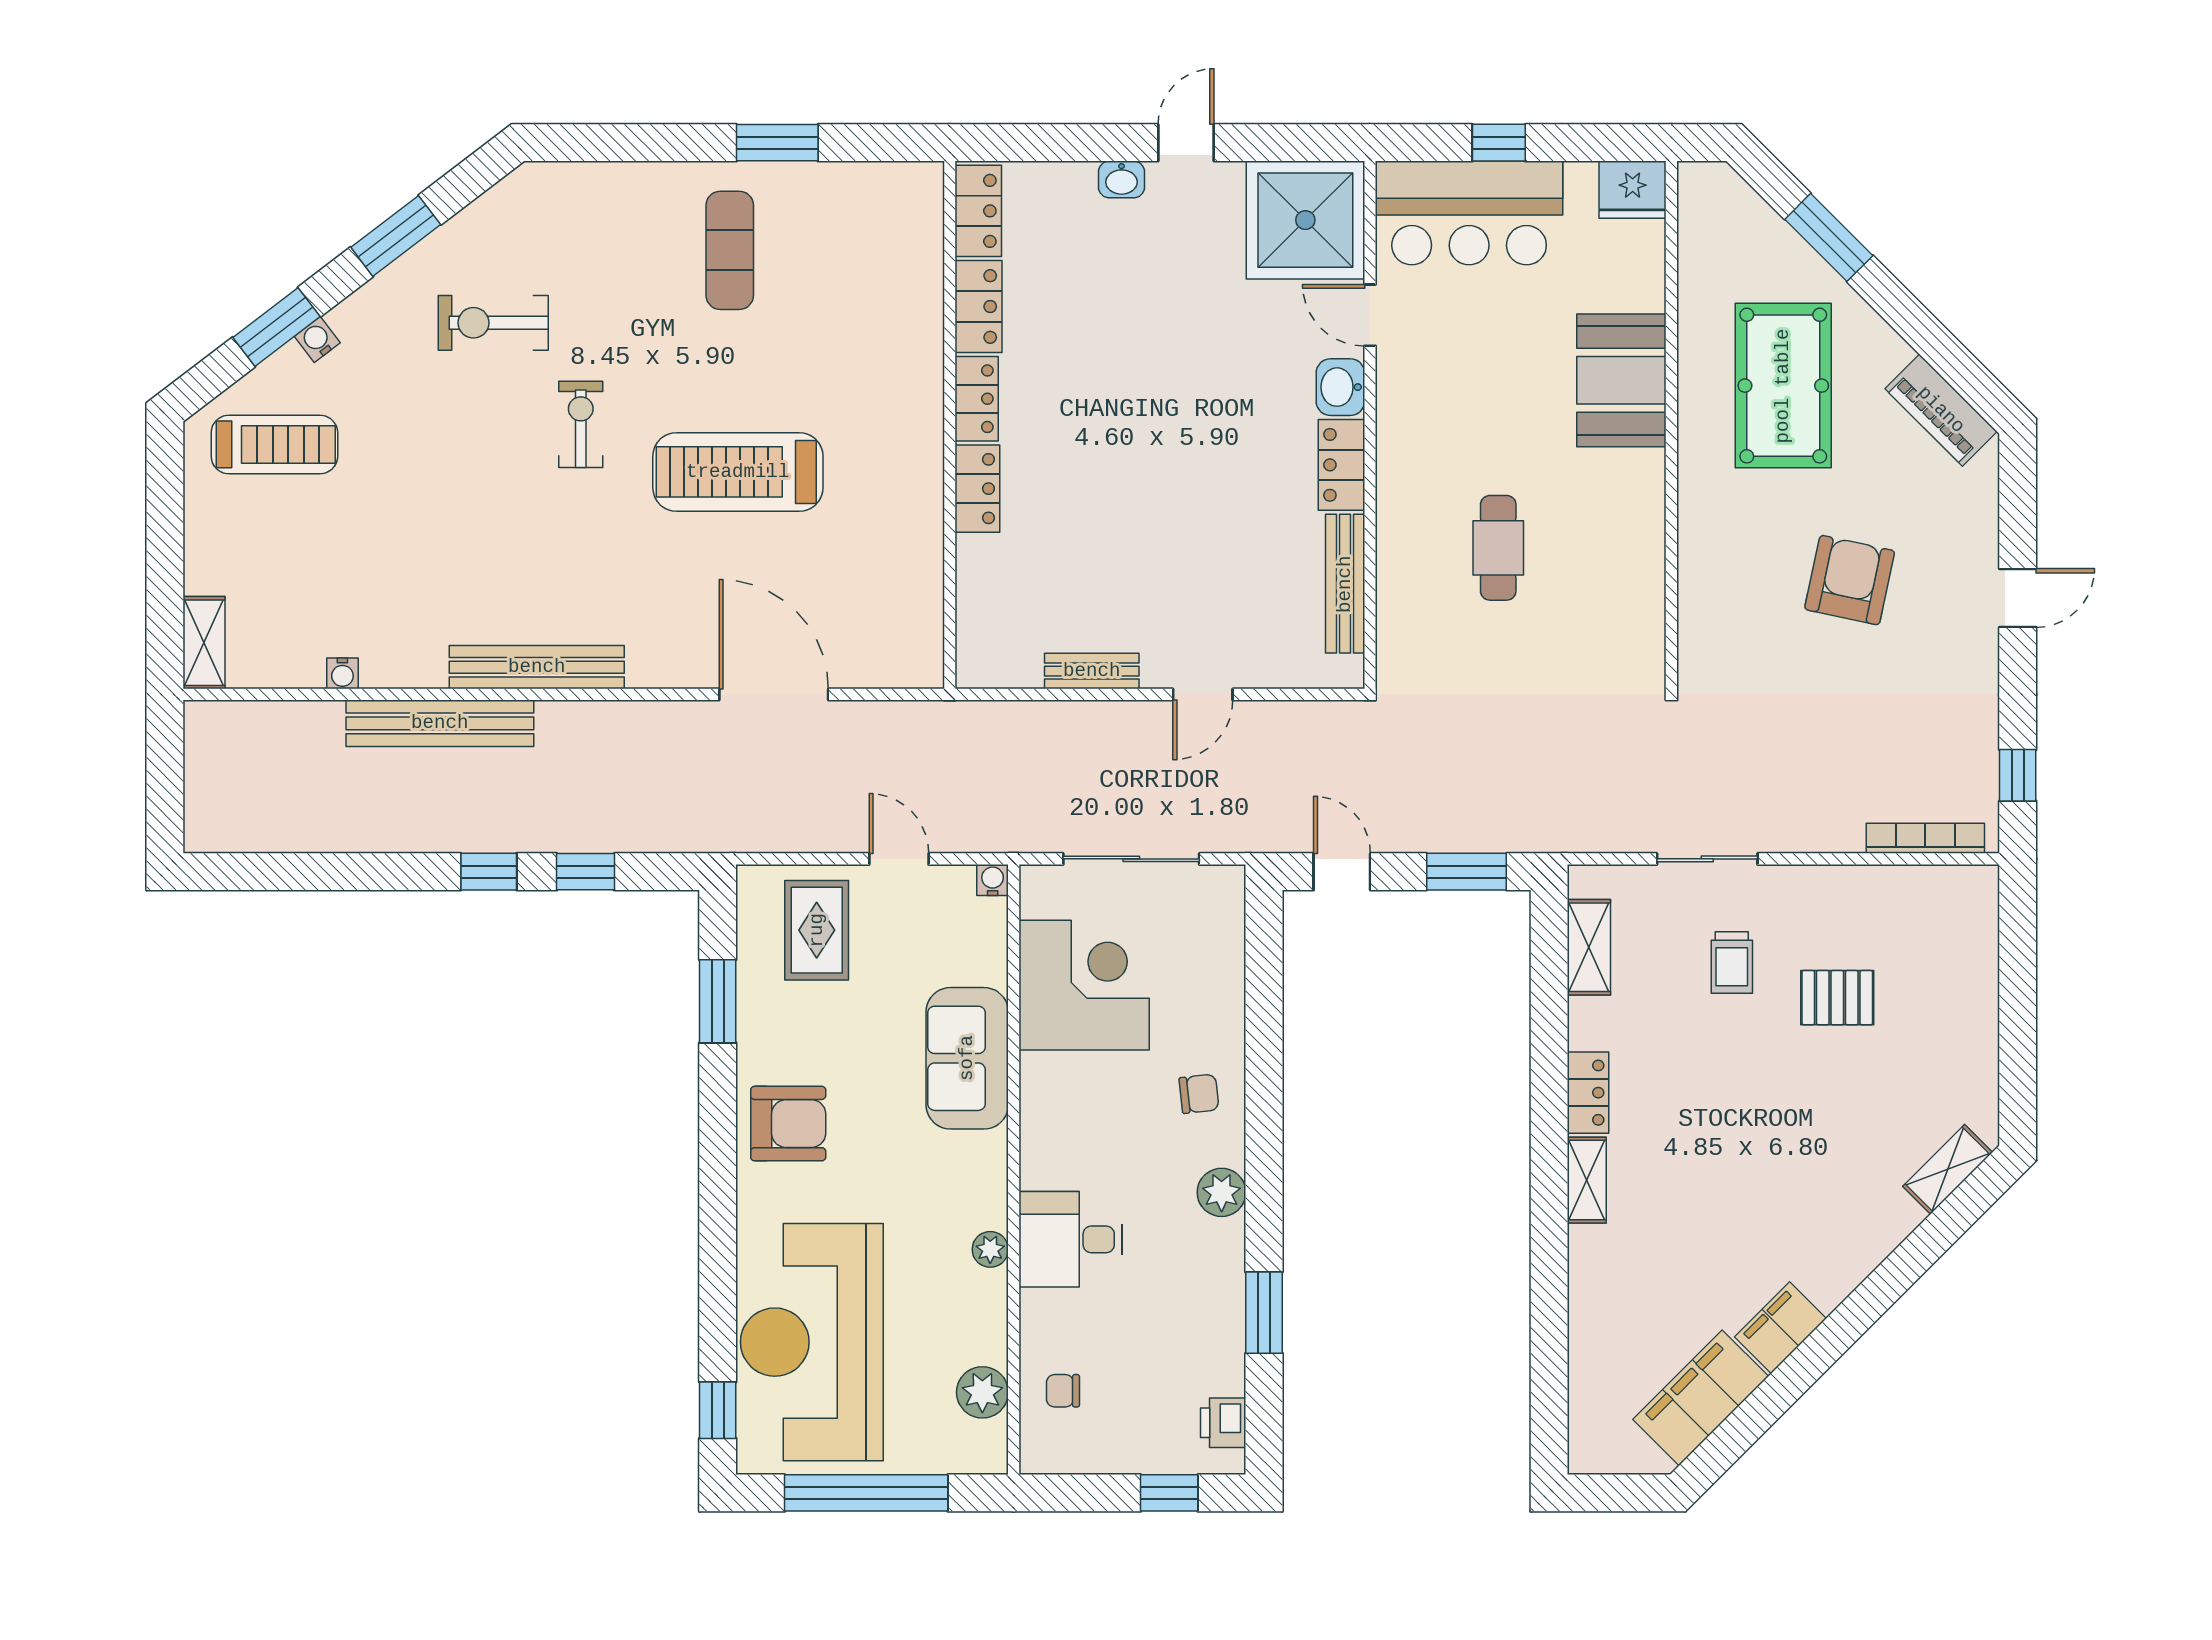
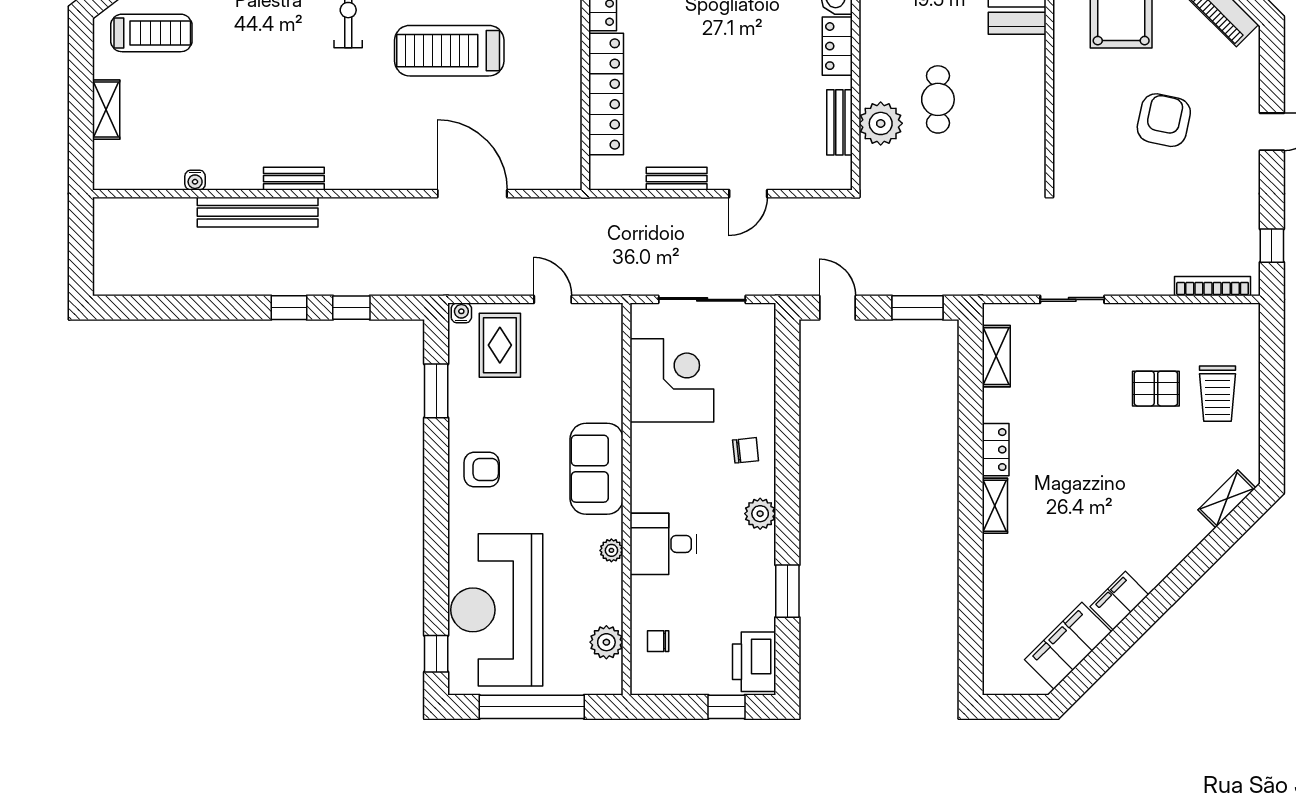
locker: (977, 489) -> (606, 94), width x2.16, depth x1.21
bench: (1345, 584) -> (839, 122), width x0.73
plant: (1409, 585) -> (881, 123), added
shelving: (204, 643) -> (106, 110), moved
bench: (537, 667) -> (294, 179), width x0.54, depth x0.82
water cooler: (993, 880) -> (461, 313), moved
trolley: (1732, 962) -> (1217, 394), moved, width x1.36, depth x1.39
sofa: (967, 1058) -> (597, 469), moved
armchair: (788, 1124) -> (482, 469), width x0.72, depth x0.72
printer: (1223, 1423) -> (754, 662), width x1.87, depth x1.48

